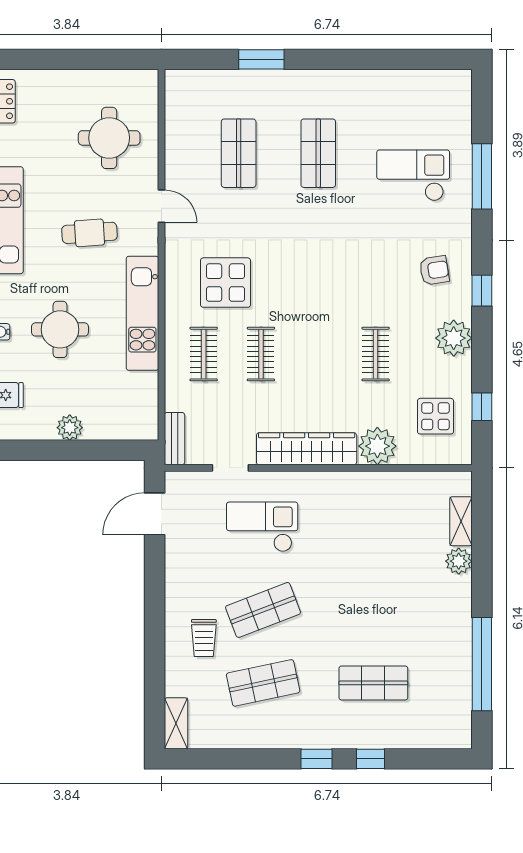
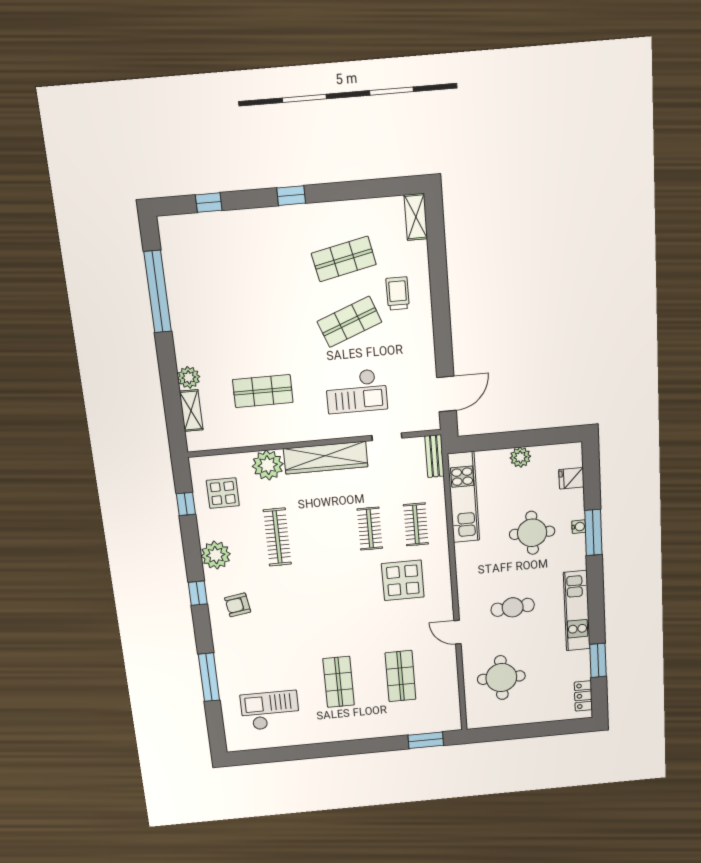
window: (261, 59) -> (426, 740), moved
checkout: (413, 175) -> (270, 711), moved, turned 180
kitchen unit: (142, 313) -> (464, 497), moved
clothes rail: (376, 354) -> (277, 537), width x1.36
shop shelf: (373, 683) -> (263, 391), moved
window: (370, 759) -> (209, 203), moved

